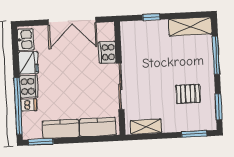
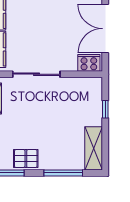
cooker: (107, 52) -> (89, 63), moved
pallet: (188, 94) -> (26, 159), moved, turned 90

